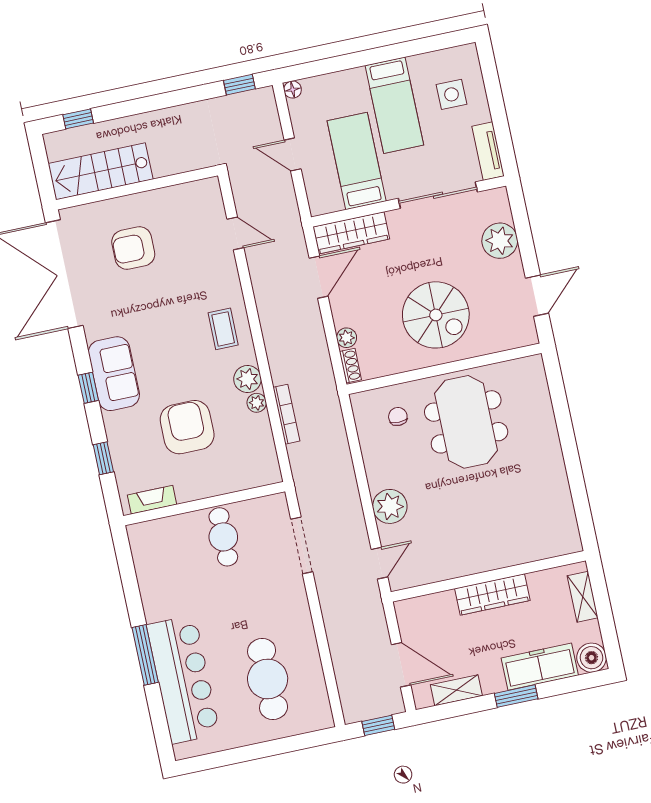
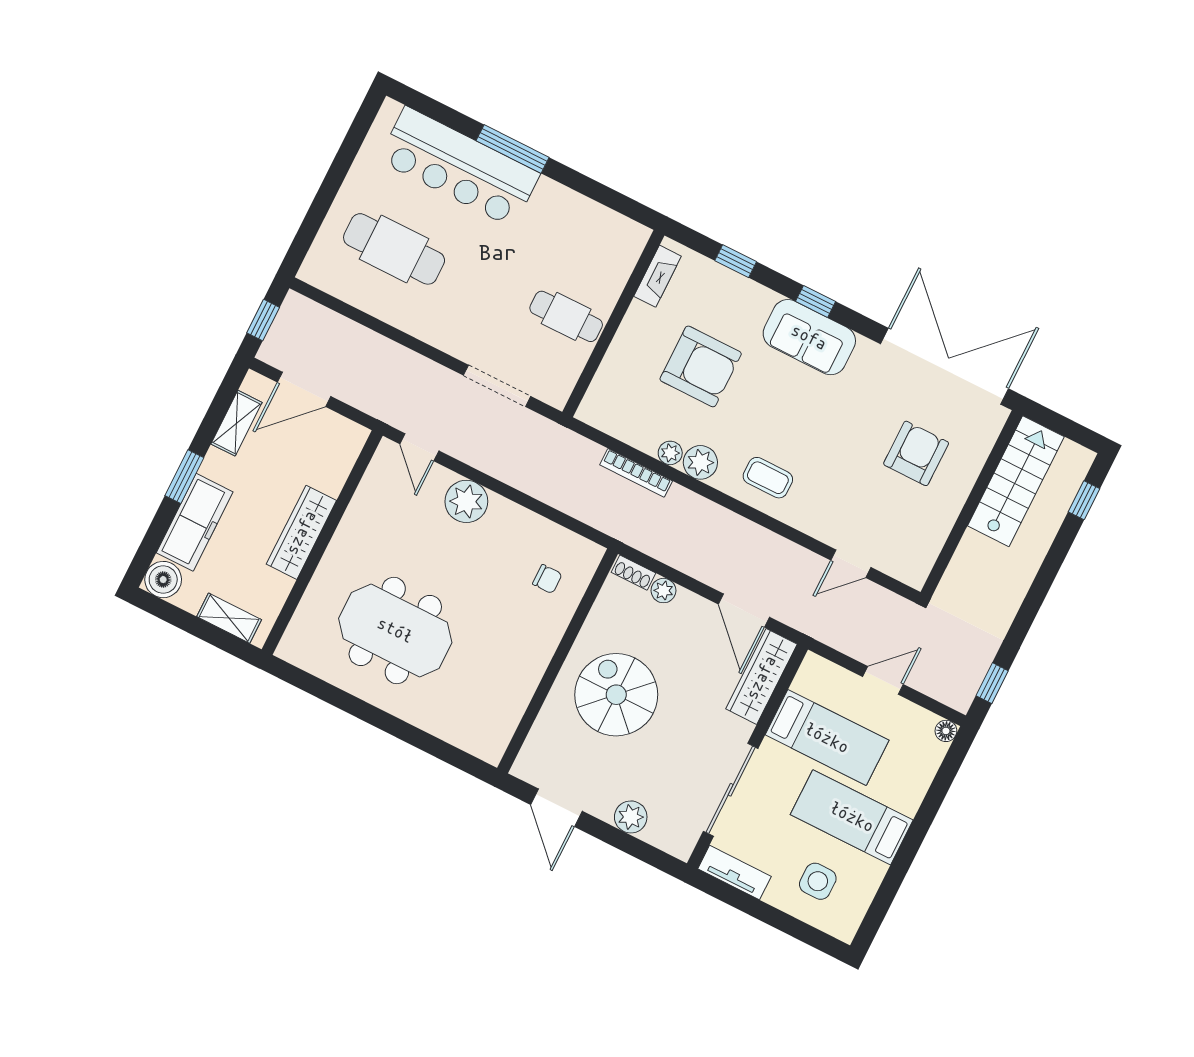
plant: (500, 241) -> (631, 817), width x0.73, depth x0.73
spiral stairs: (436, 315) -> (616, 695), turned 90
meeting table: (466, 422) -> (395, 630), moved

